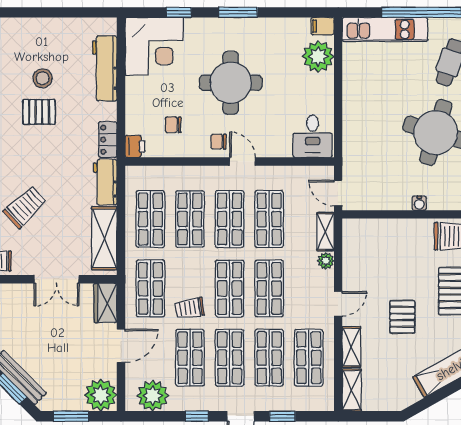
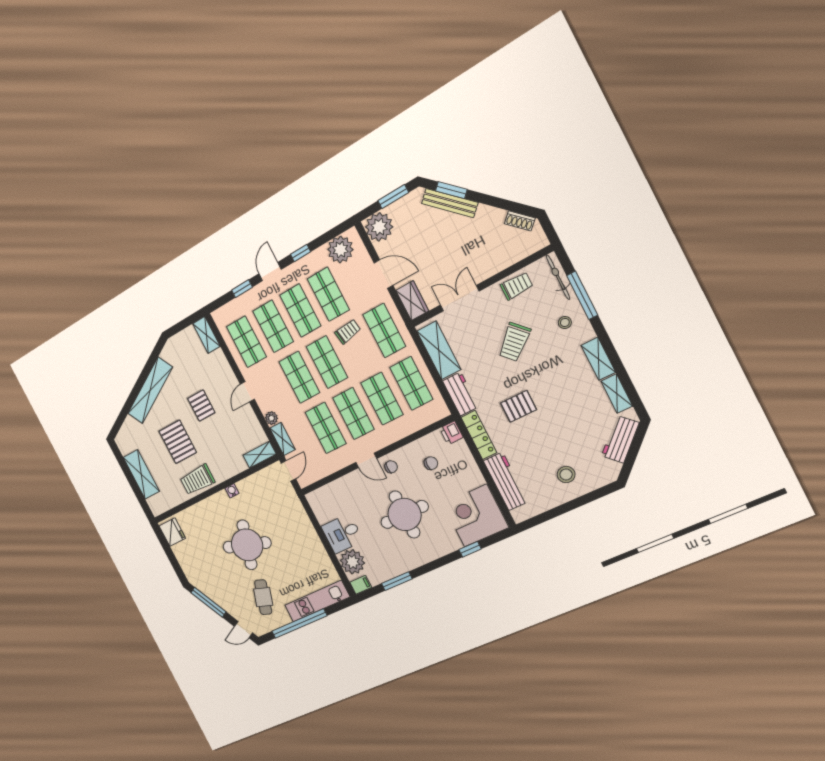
window: (238, 12) -> (397, 581), moved
stool: (43, 78) -> (566, 475), moved
pallet: (39, 112) -> (519, 406), moved
desk: (313, 136) -> (342, 534), moved, turned -90
locker: (108, 140) -> (479, 435), width x1.53
door: (338, 193) -> (288, 471), hinge flipped
door: (121, 346) -> (384, 274), swing flipped
shelving: (351, 347) -> (259, 455), moved, turned 90

